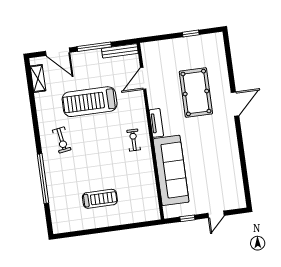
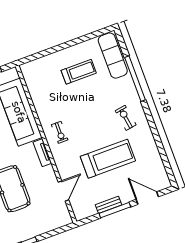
bench: (120, 51) -> (109, 205), moved, width x0.73
shelving: (38, 78) -> (160, 169), removed
treadmill: (100, 199) -> (79, 72), turned 180
exercise mat: (61, 208) -> (113, 56), added

